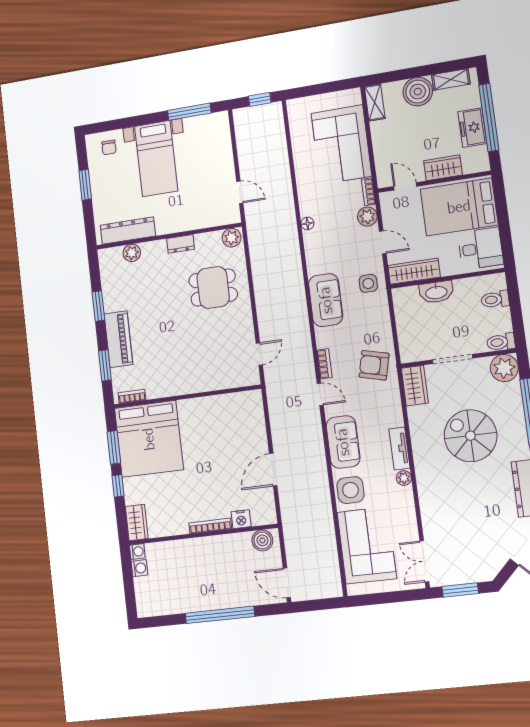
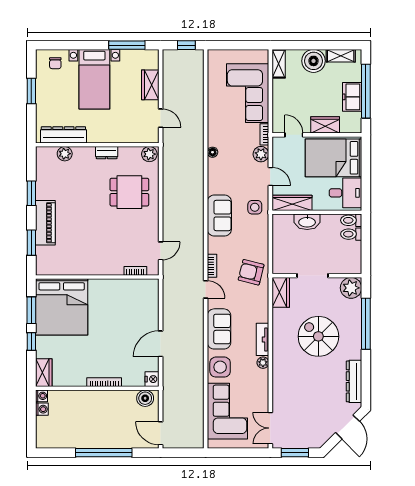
wardrobe: (223, 154) -> (150, 85), added
toilet: (501, 342) -> (351, 220), moved
bookcase: (132, 396) -> (135, 271), moved
nightstand: (241, 519) -> (152, 379), moved, turned -90

